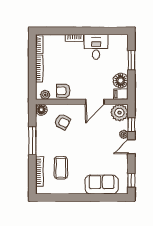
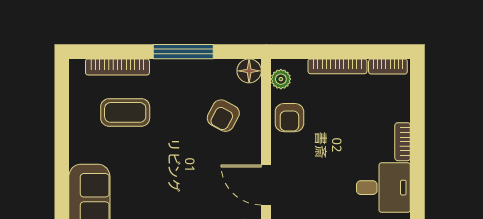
armchair: (63, 91) -> (289, 118), turned 180

